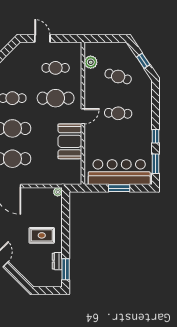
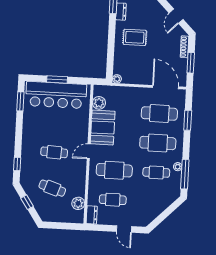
dresser: (76, 51) -> (92, 215), added
window: (155, 136) -> (17, 164), moved
plant: (75, 166) -> (99, 103), added

